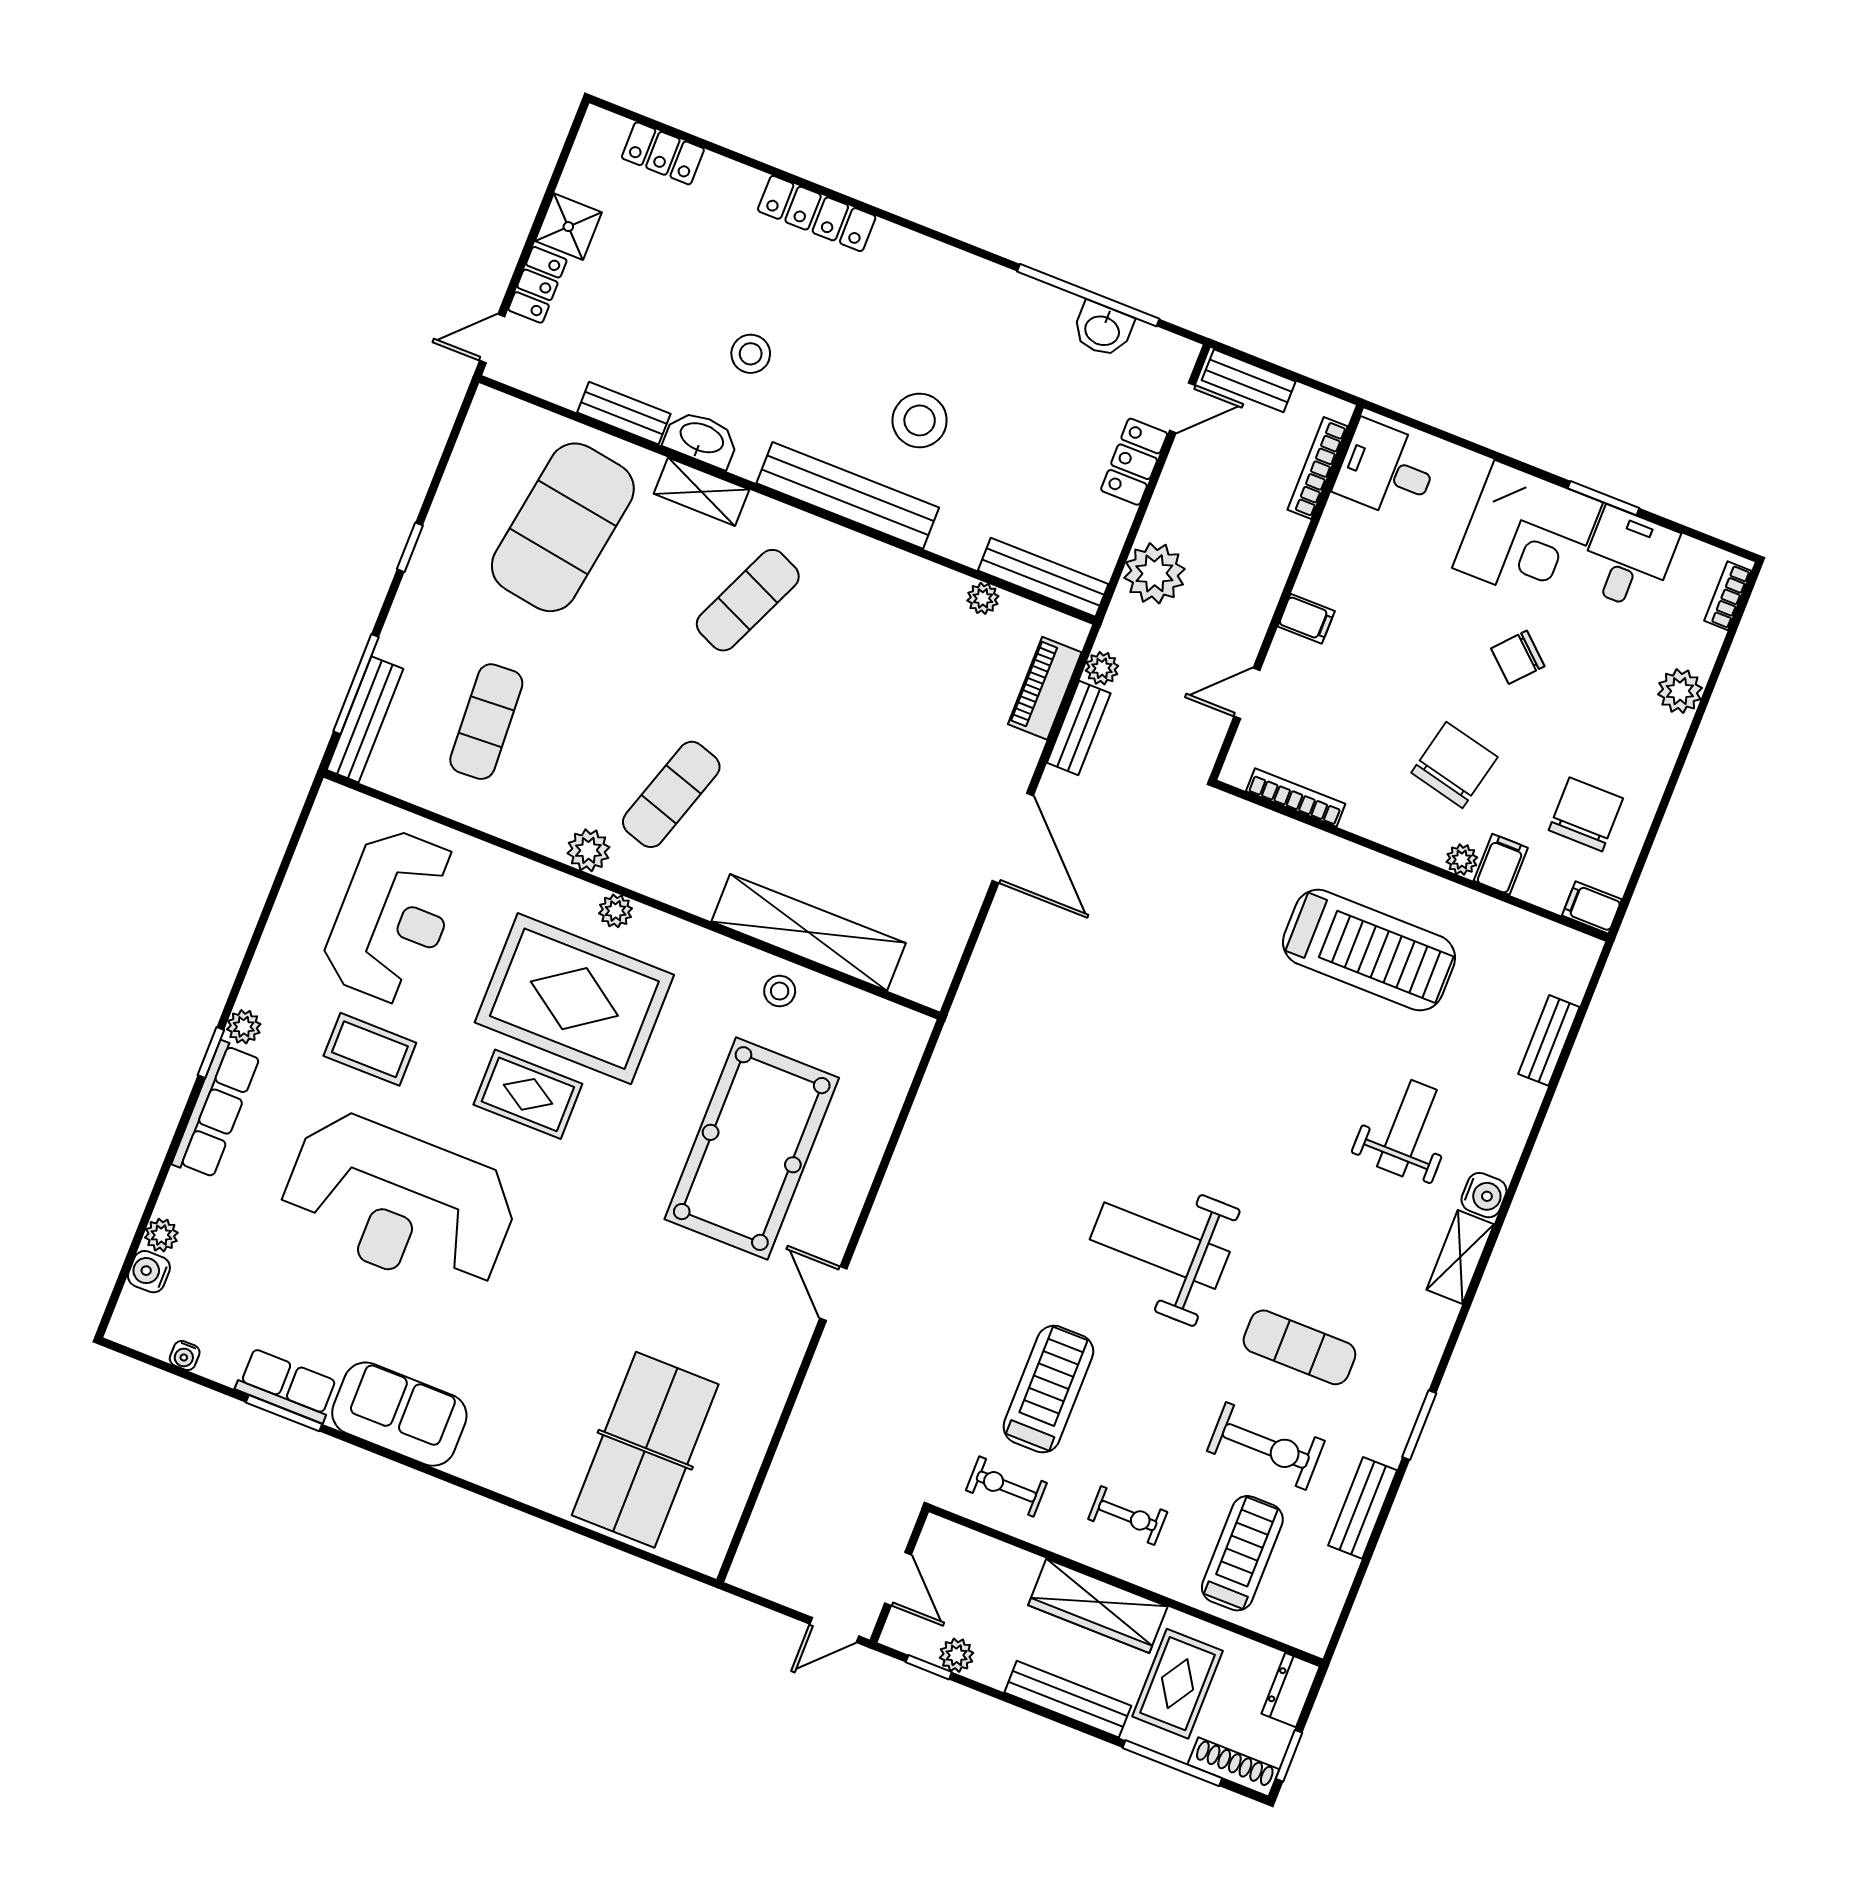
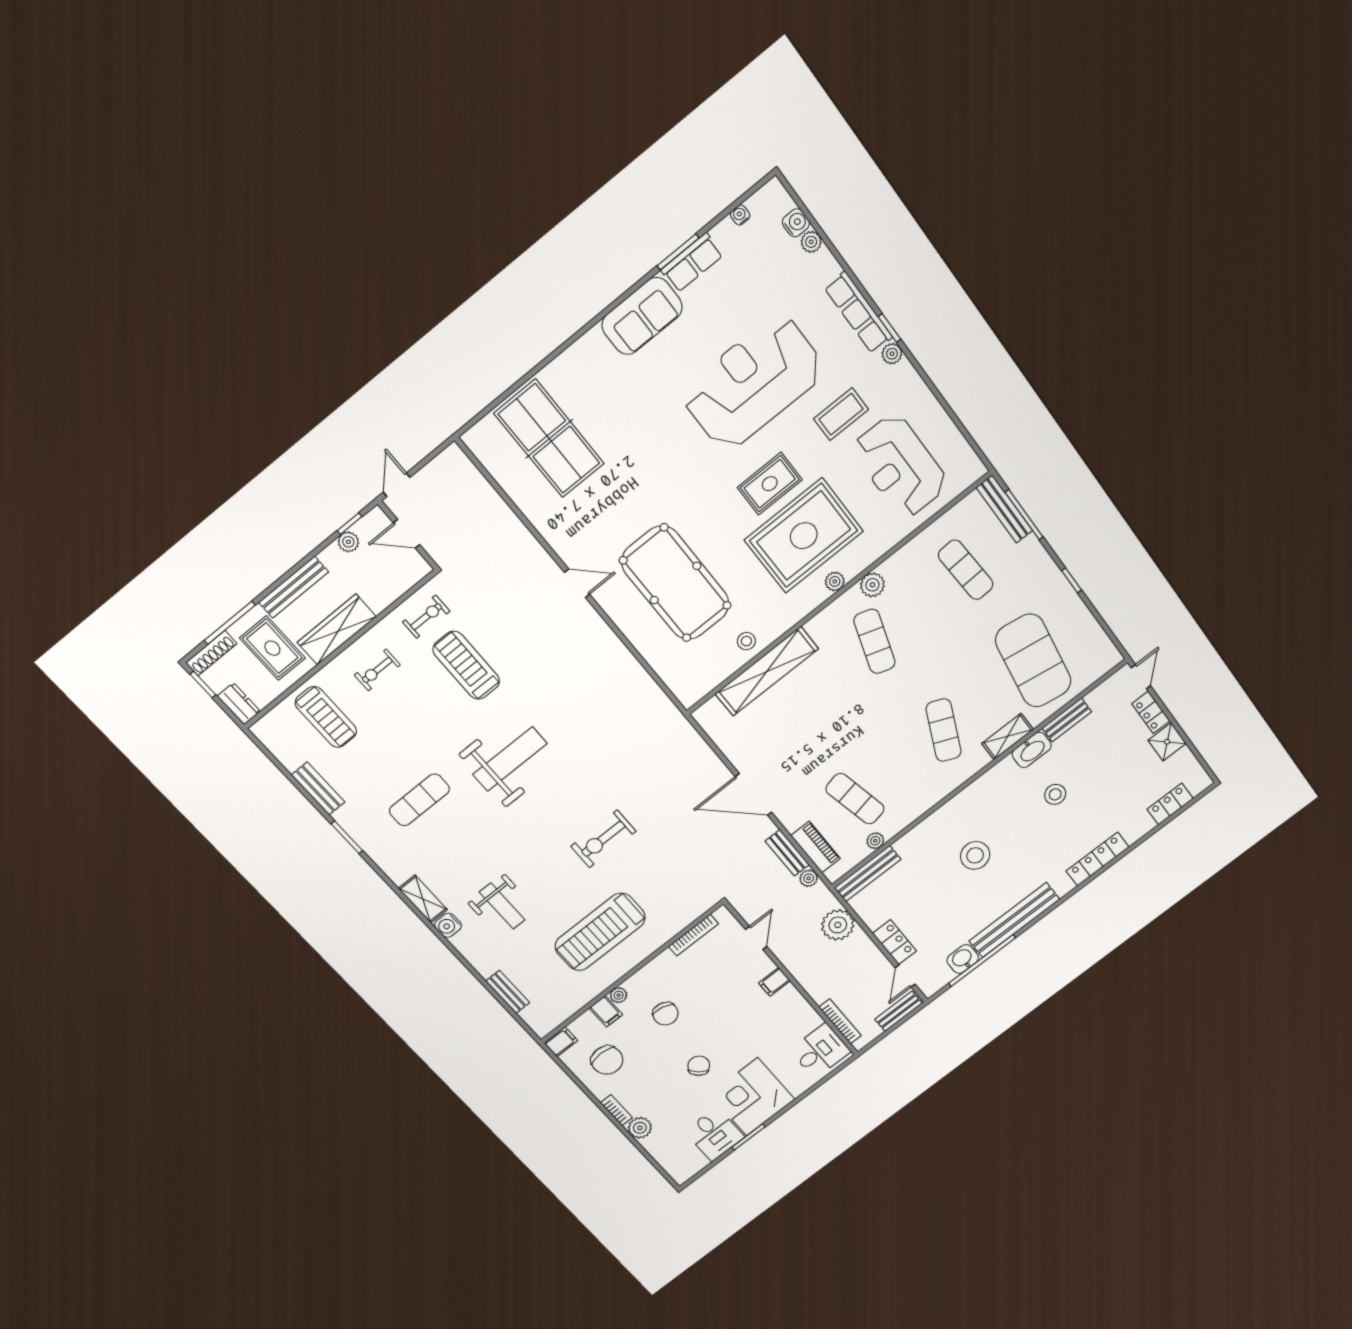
bench: (848, 495) -> (1014, 920), moved
bookcase: (1728, 596) -> (616, 1110), moved
exercise mat: (933, 673) -> (855, 799), added
chair: (1454, 765) -> (666, 1014), width x0.73, depth x0.73
treadmill: (1048, 1389) -> (466, 665), turned 180
exercise bike: (1266, 1446) -> (603, 839), moved

